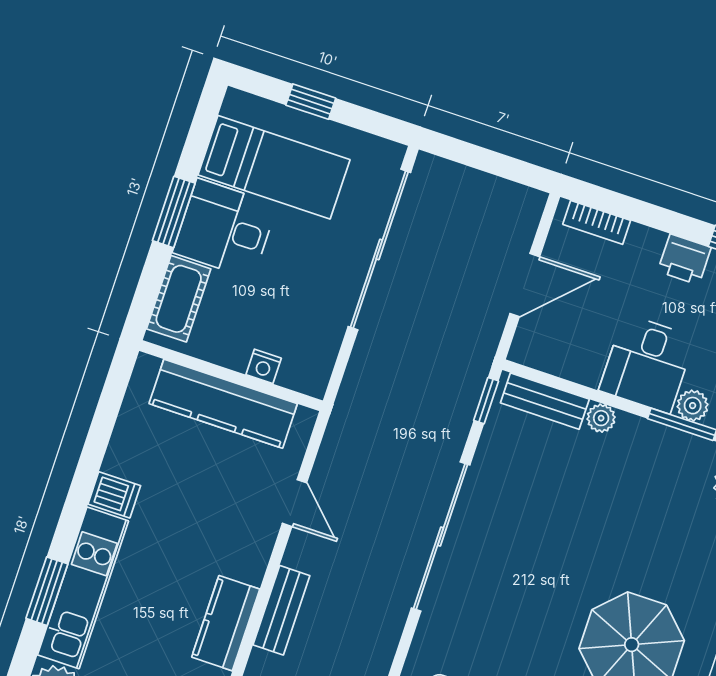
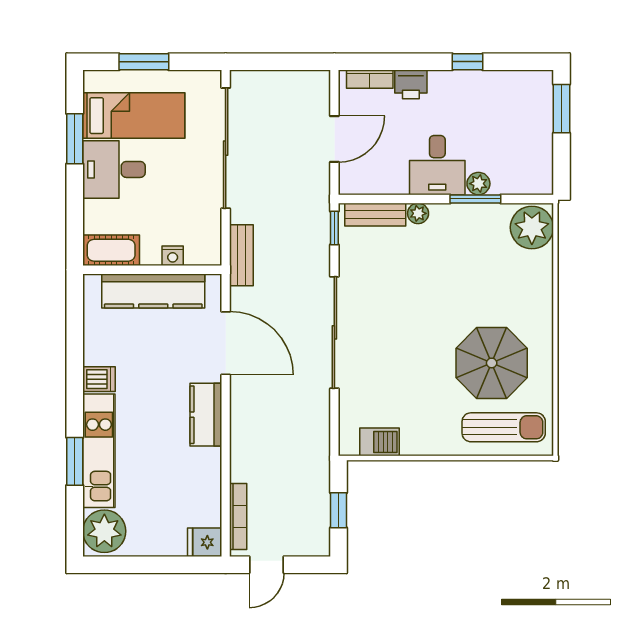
window: (311, 102) -> (144, 62), width x1.50
window: (174, 212) -> (75, 139), moved
printer: (684, 259) -> (411, 84), moved
cot: (179, 299) -> (111, 250), moved, turned 90
door: (295, 503) -> (226, 343), width x1.88
bench: (281, 610) -> (241, 255), moved
kitchen counter: (226, 623) -> (206, 415), moved

